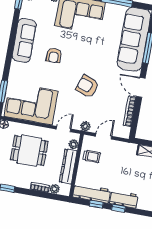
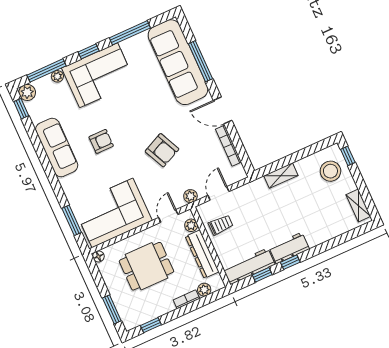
armchair: (54, 55) -> (101, 141), turned -90
armchair: (87, 86) -> (162, 150), turned -135

